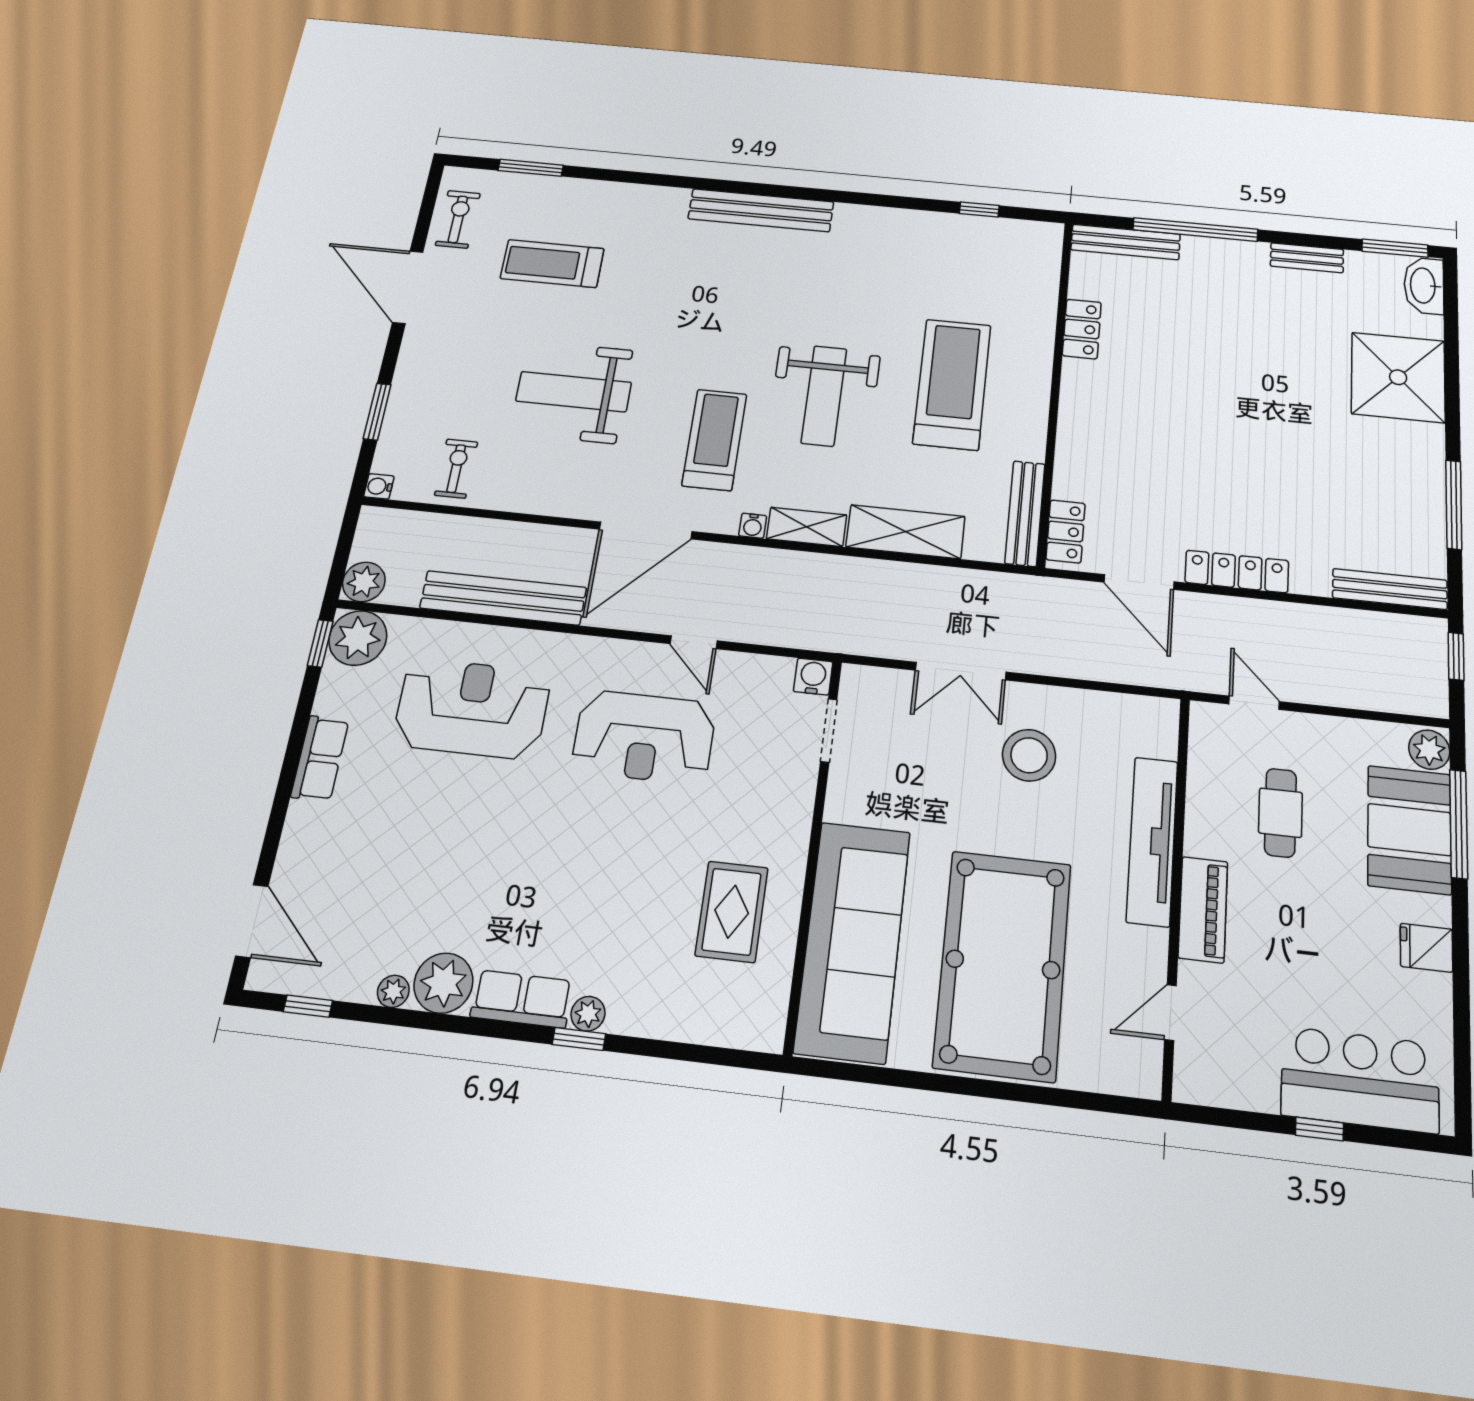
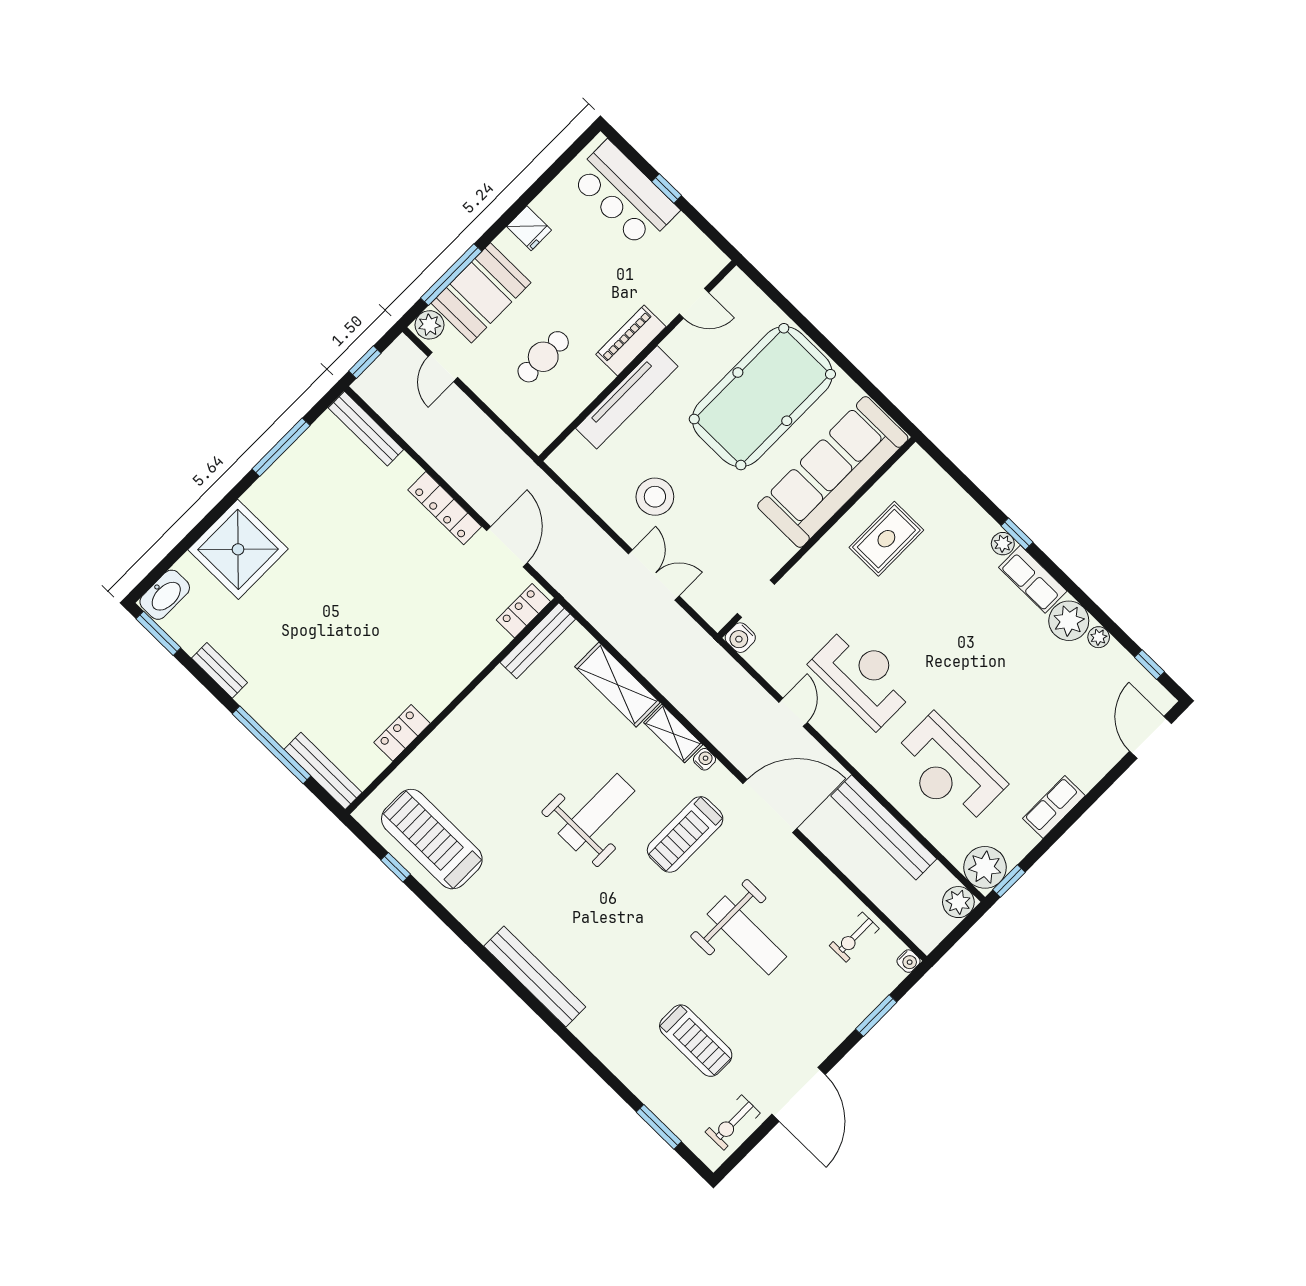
treadmill: (952, 384) -> (432, 839), moved, turned 90
door: (1254, 703) -> (443, 367), moved

